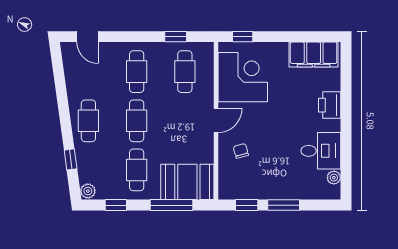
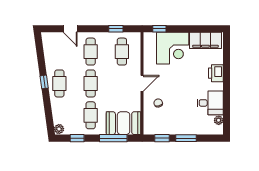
door: (87, 37) -> (70, 29), moved
corner desk: (243, 77) -> (173, 48), moved, turned 90
window: (71, 159) -> (44, 82), moved

